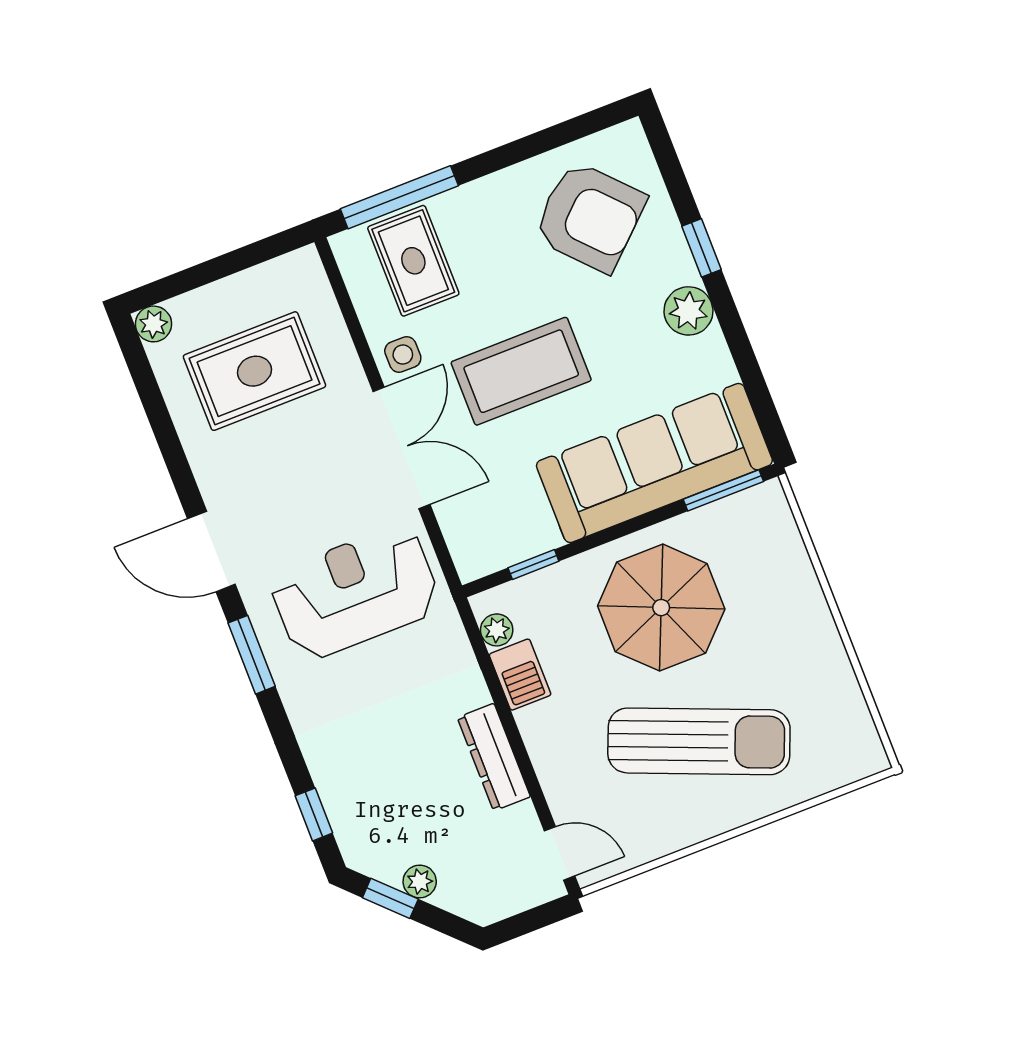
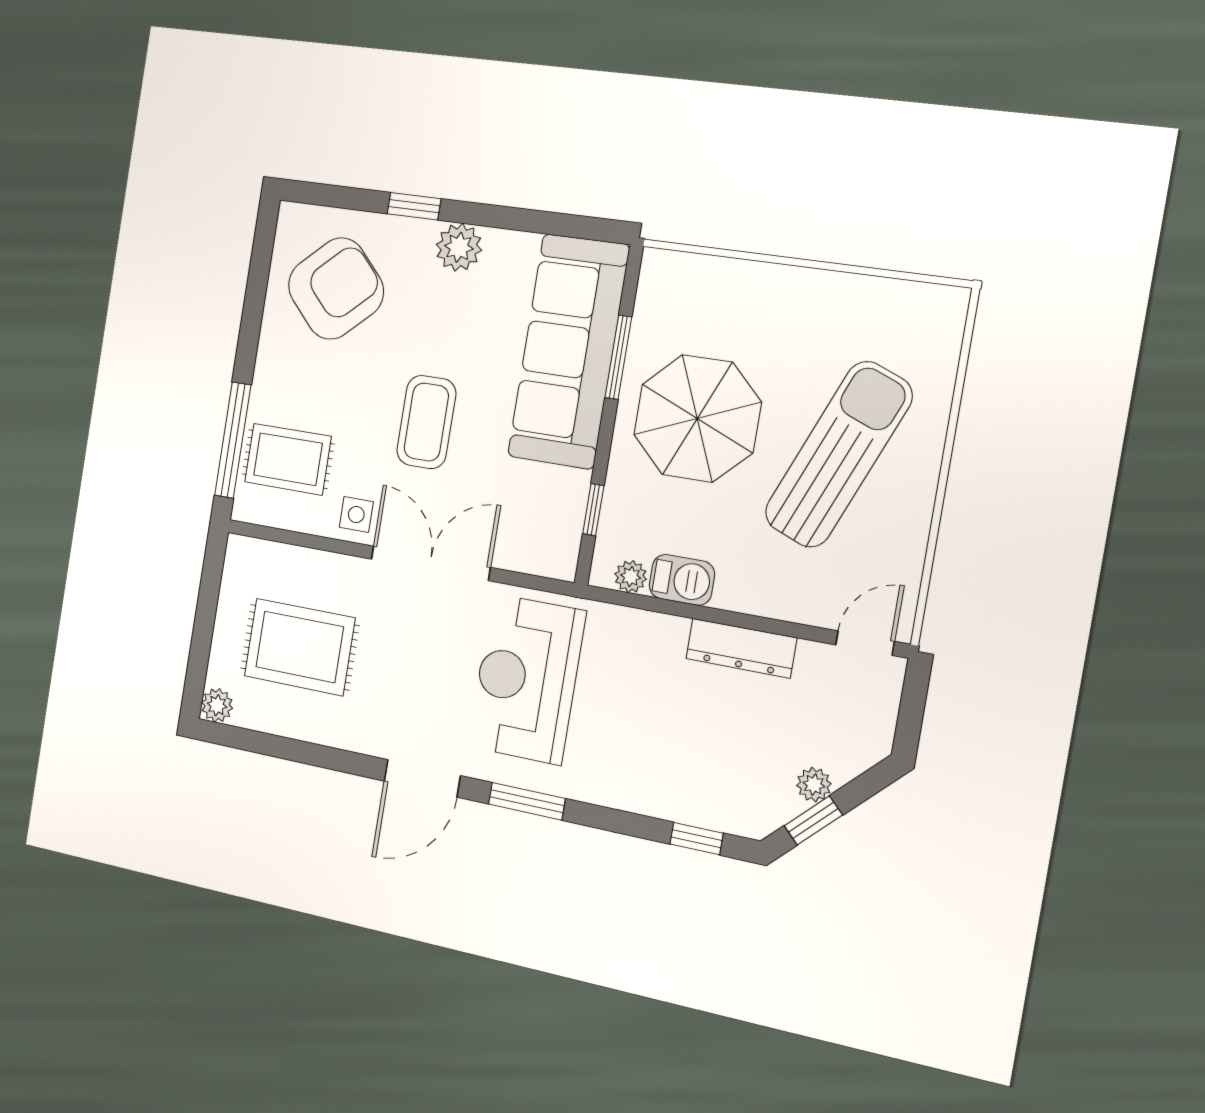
rug: (254, 371) -> (300, 647), turned 90
coffee table: (521, 371) -> (426, 422), width x0.73, depth x0.76
window: (723, 490) -> (618, 357), moved

